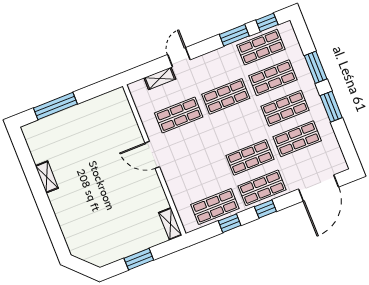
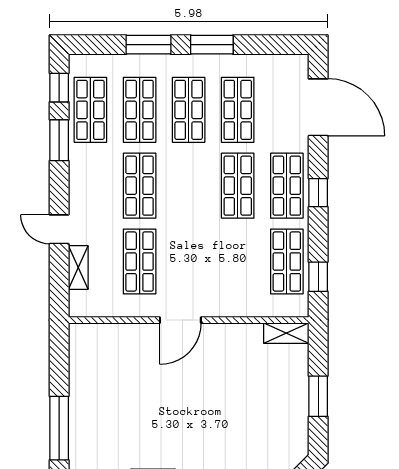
window: (230, 223) -> (318, 277), moved

